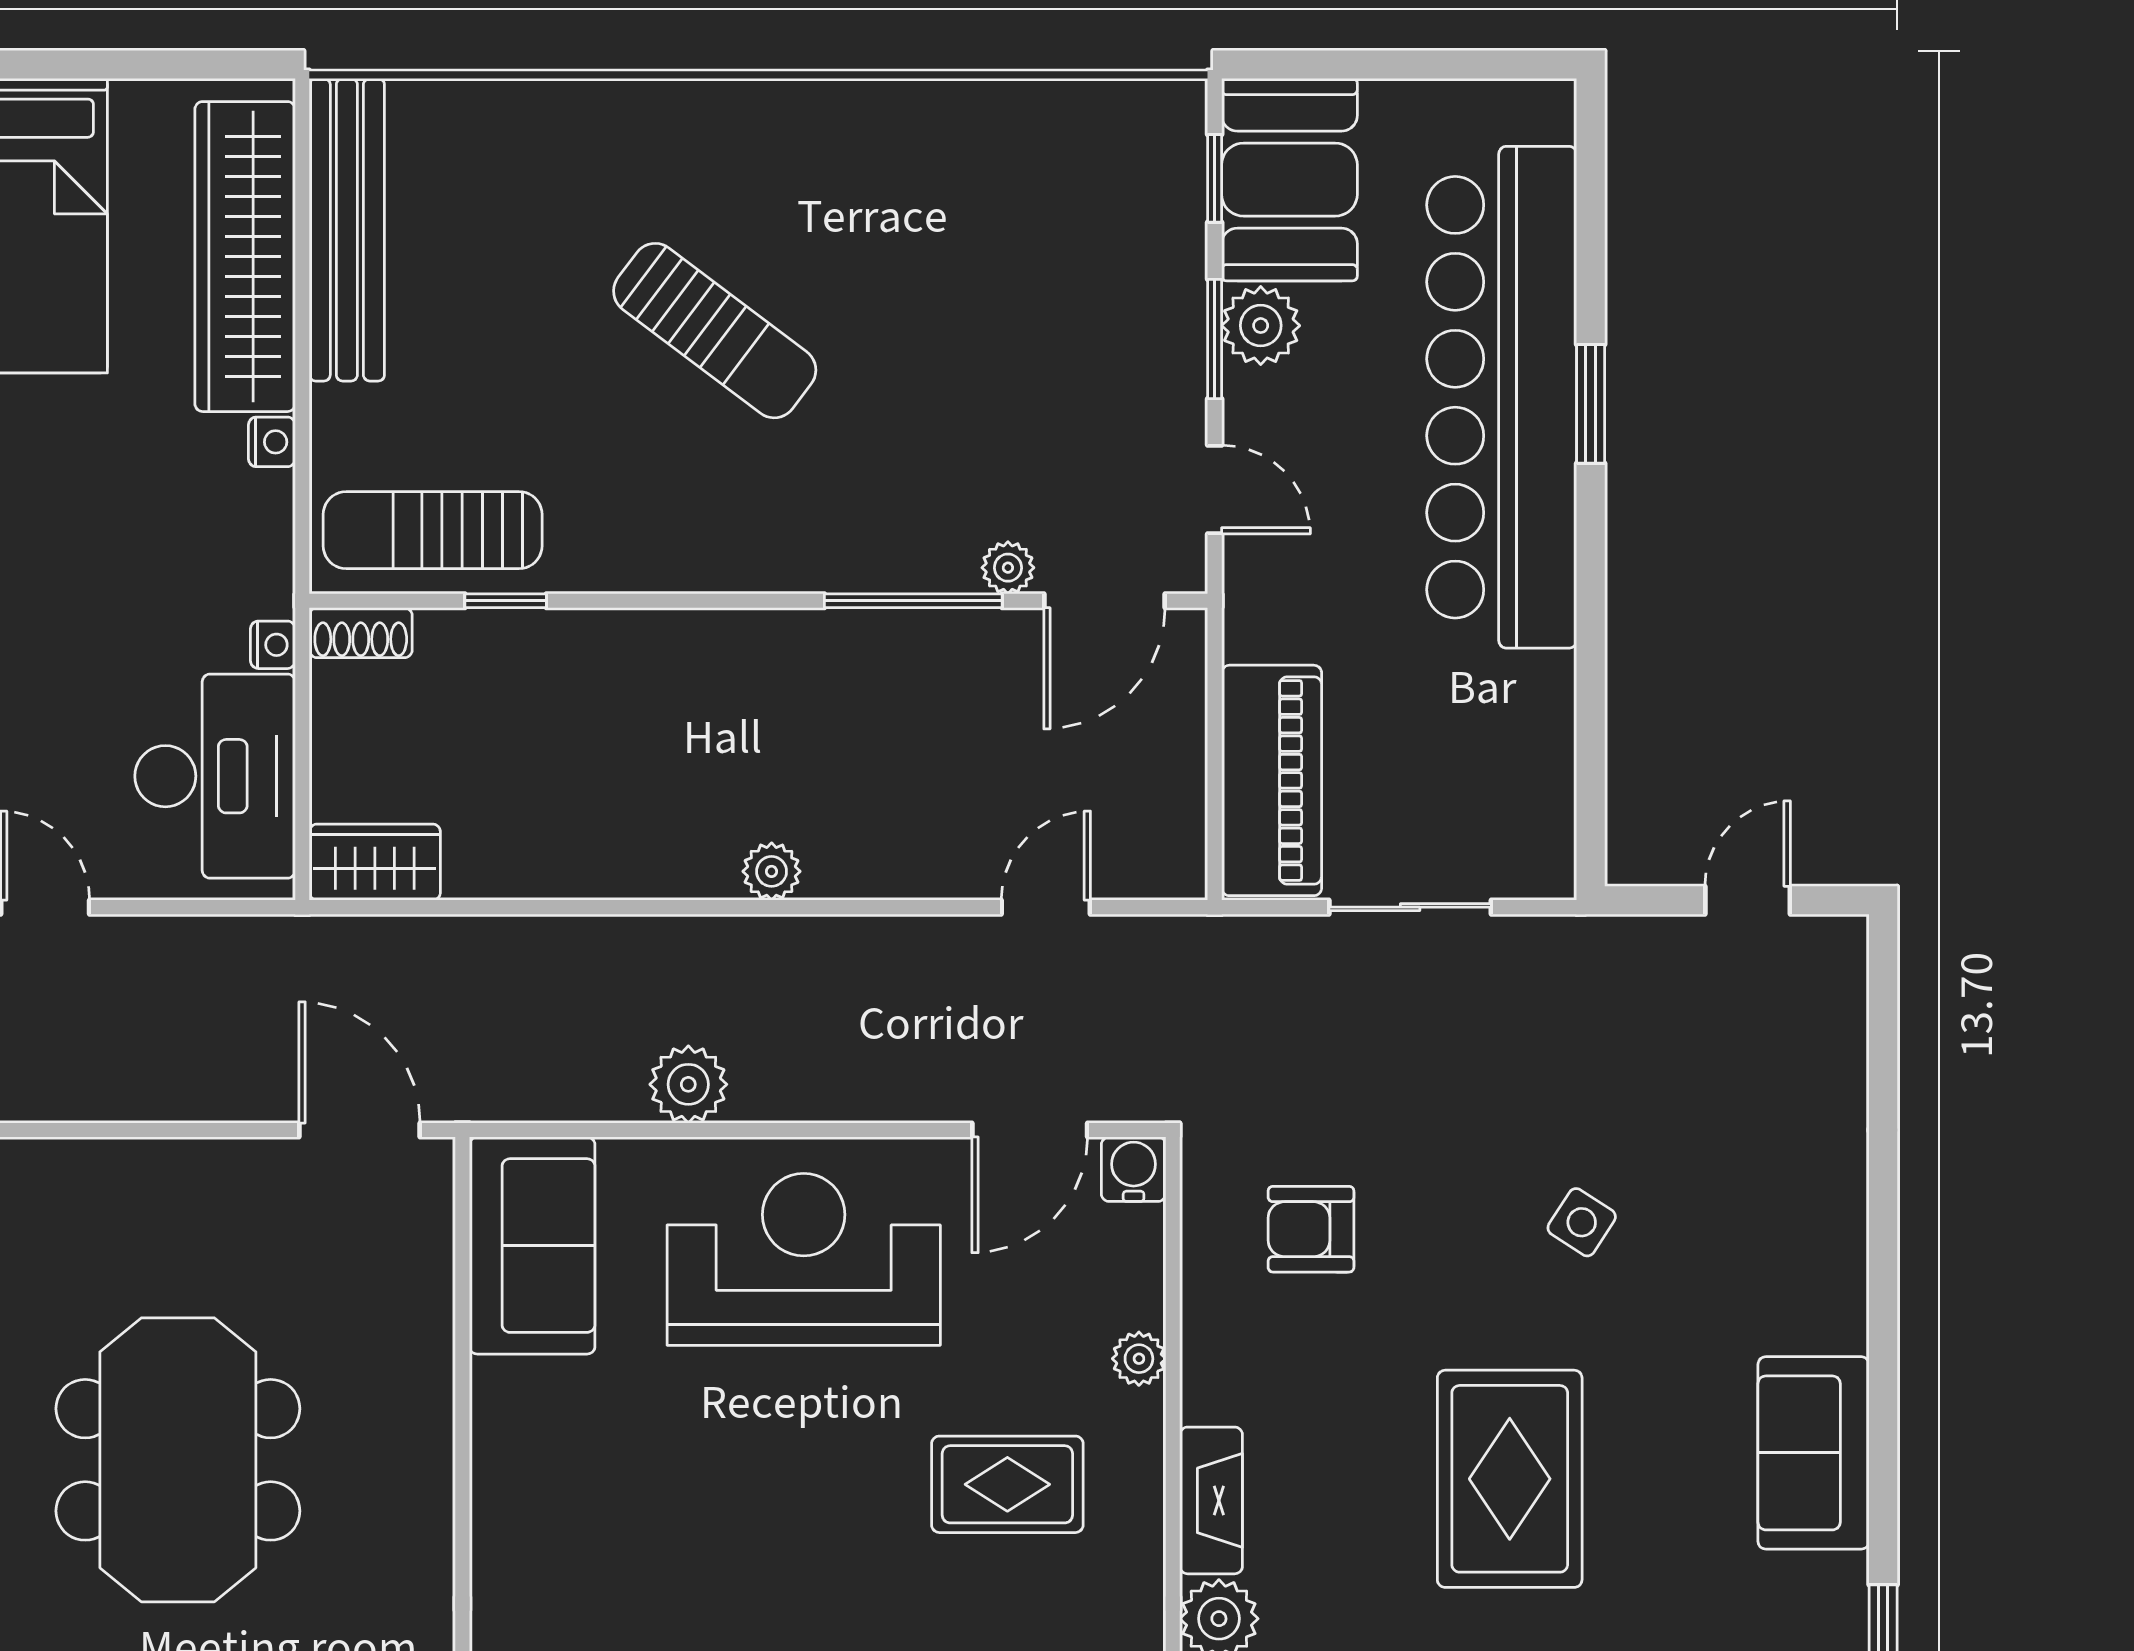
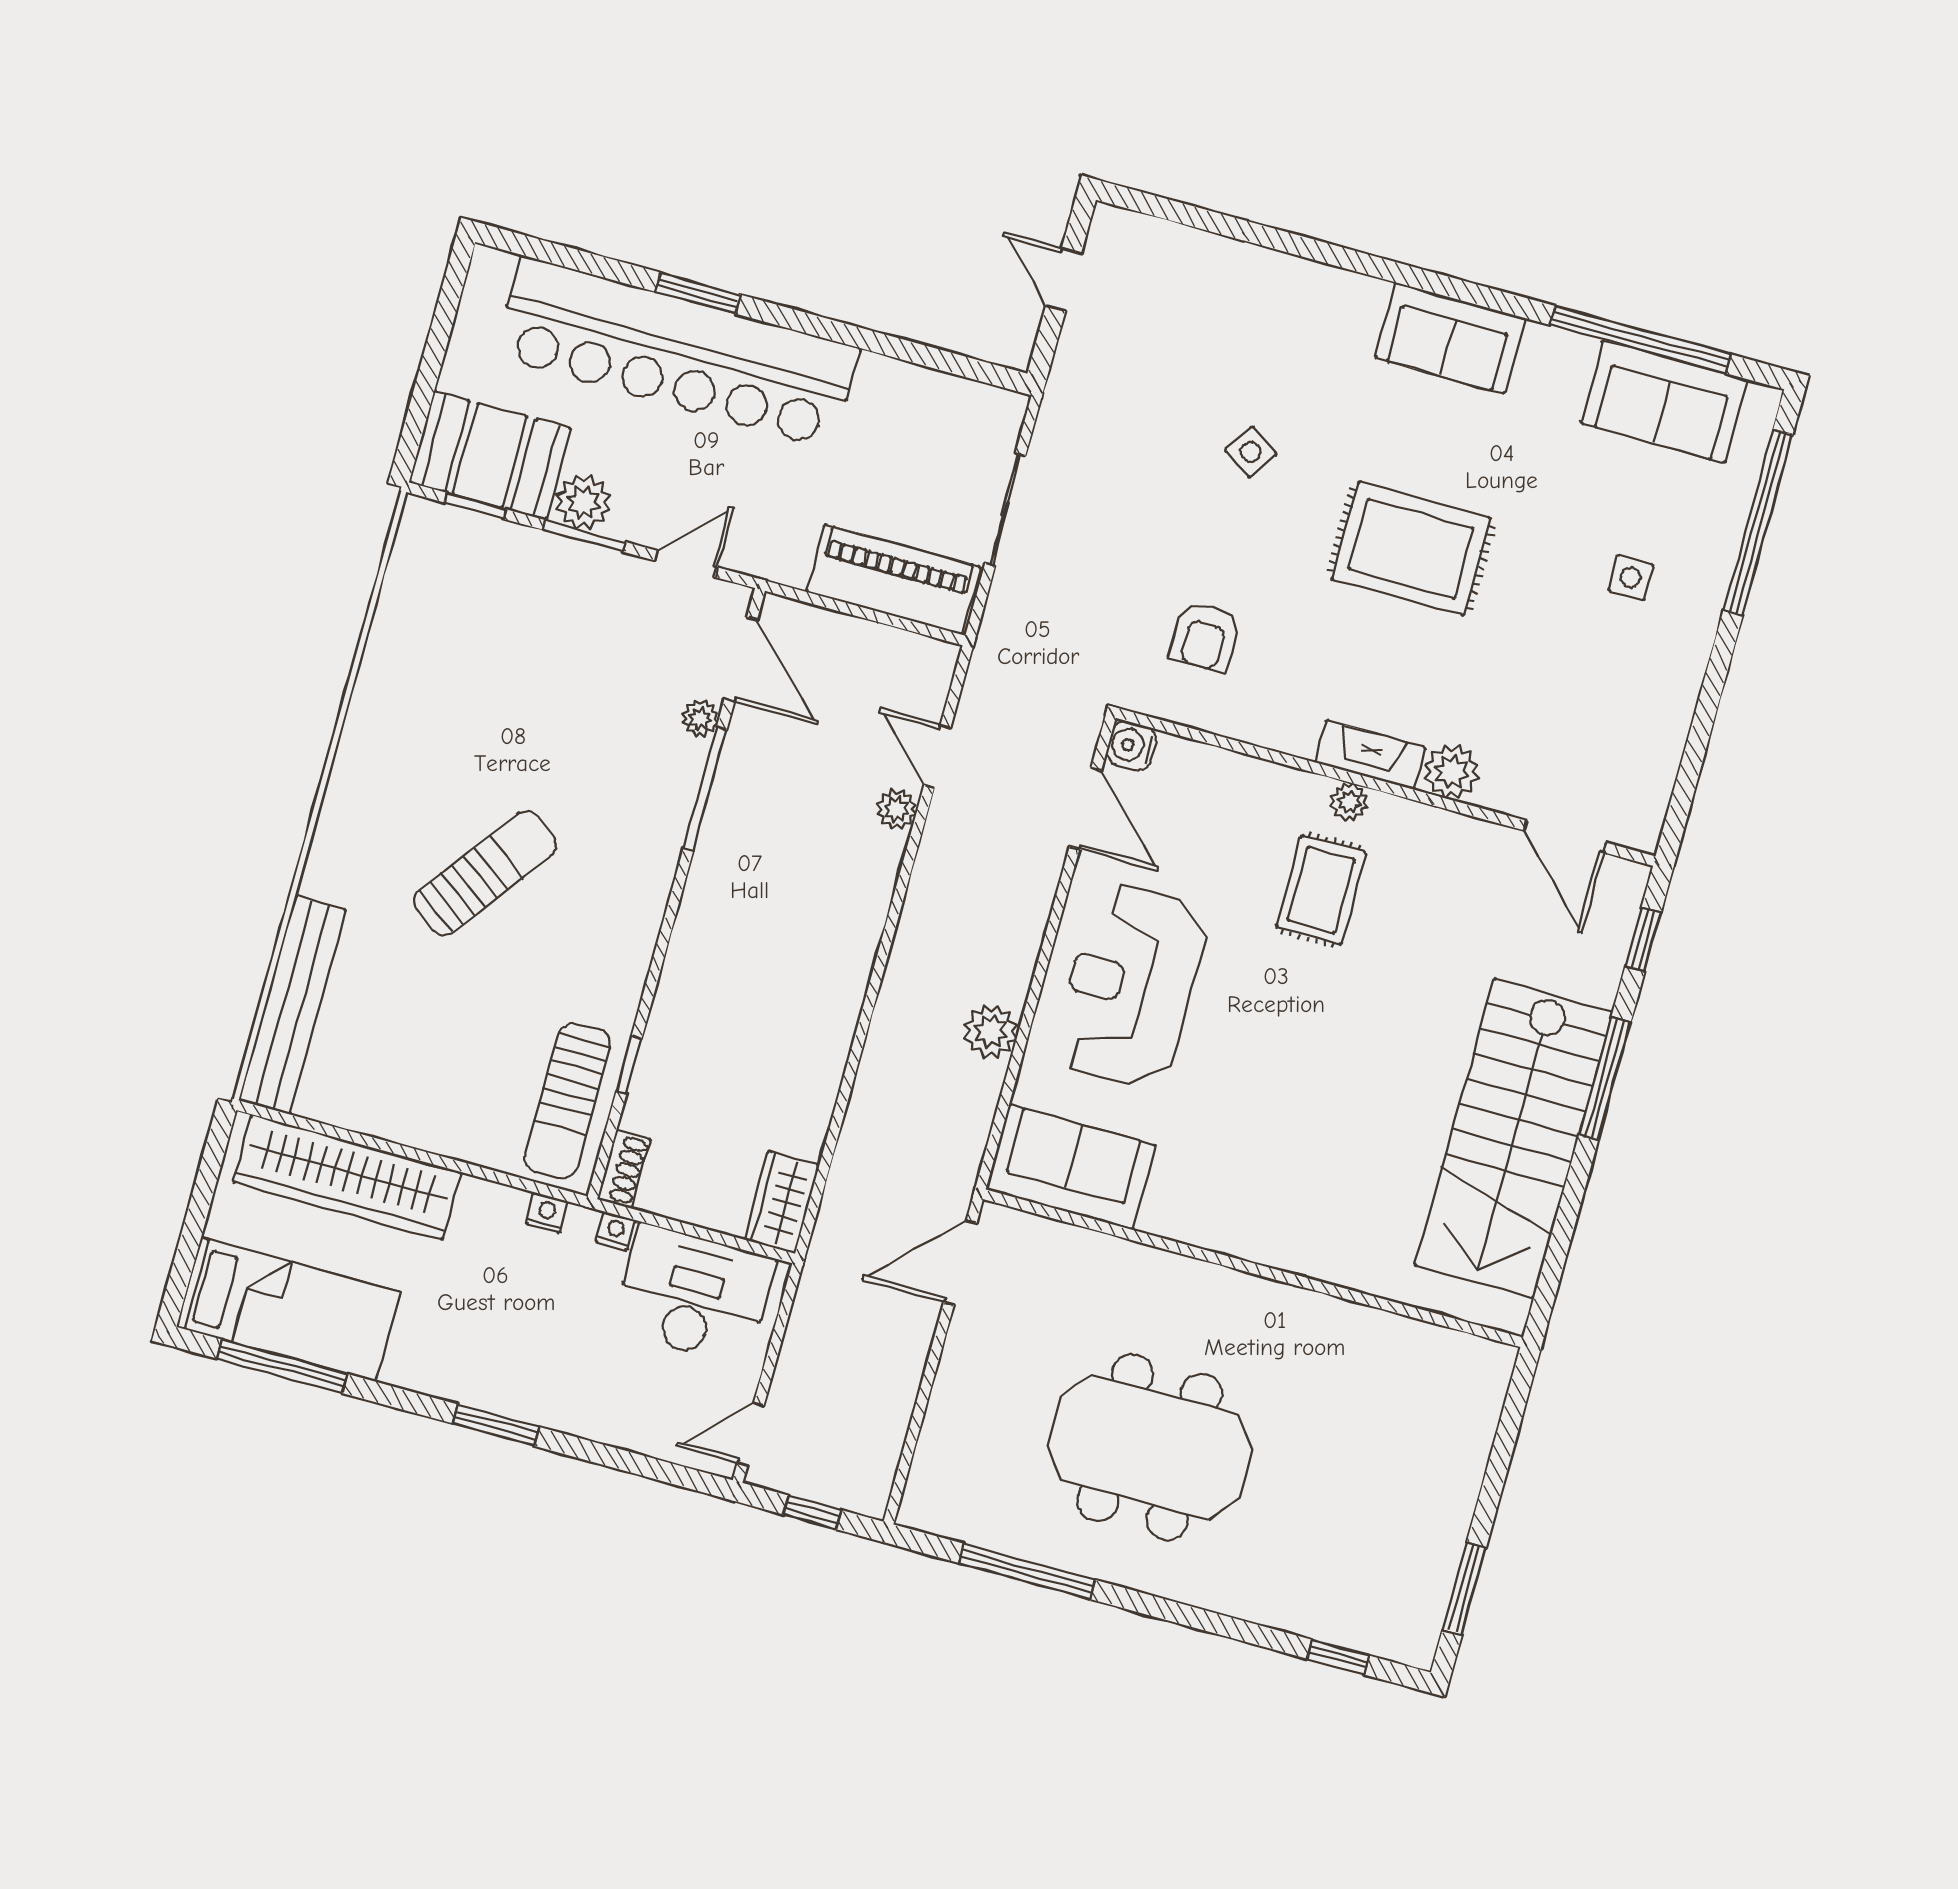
bench: (347, 230) -> (292, 1005), moved, turned 90
nightstand: (272, 442) -> (547, 1213), moved
plant: (772, 871) -> (897, 809), moved
plant: (1139, 1359) -> (1349, 802), moved

